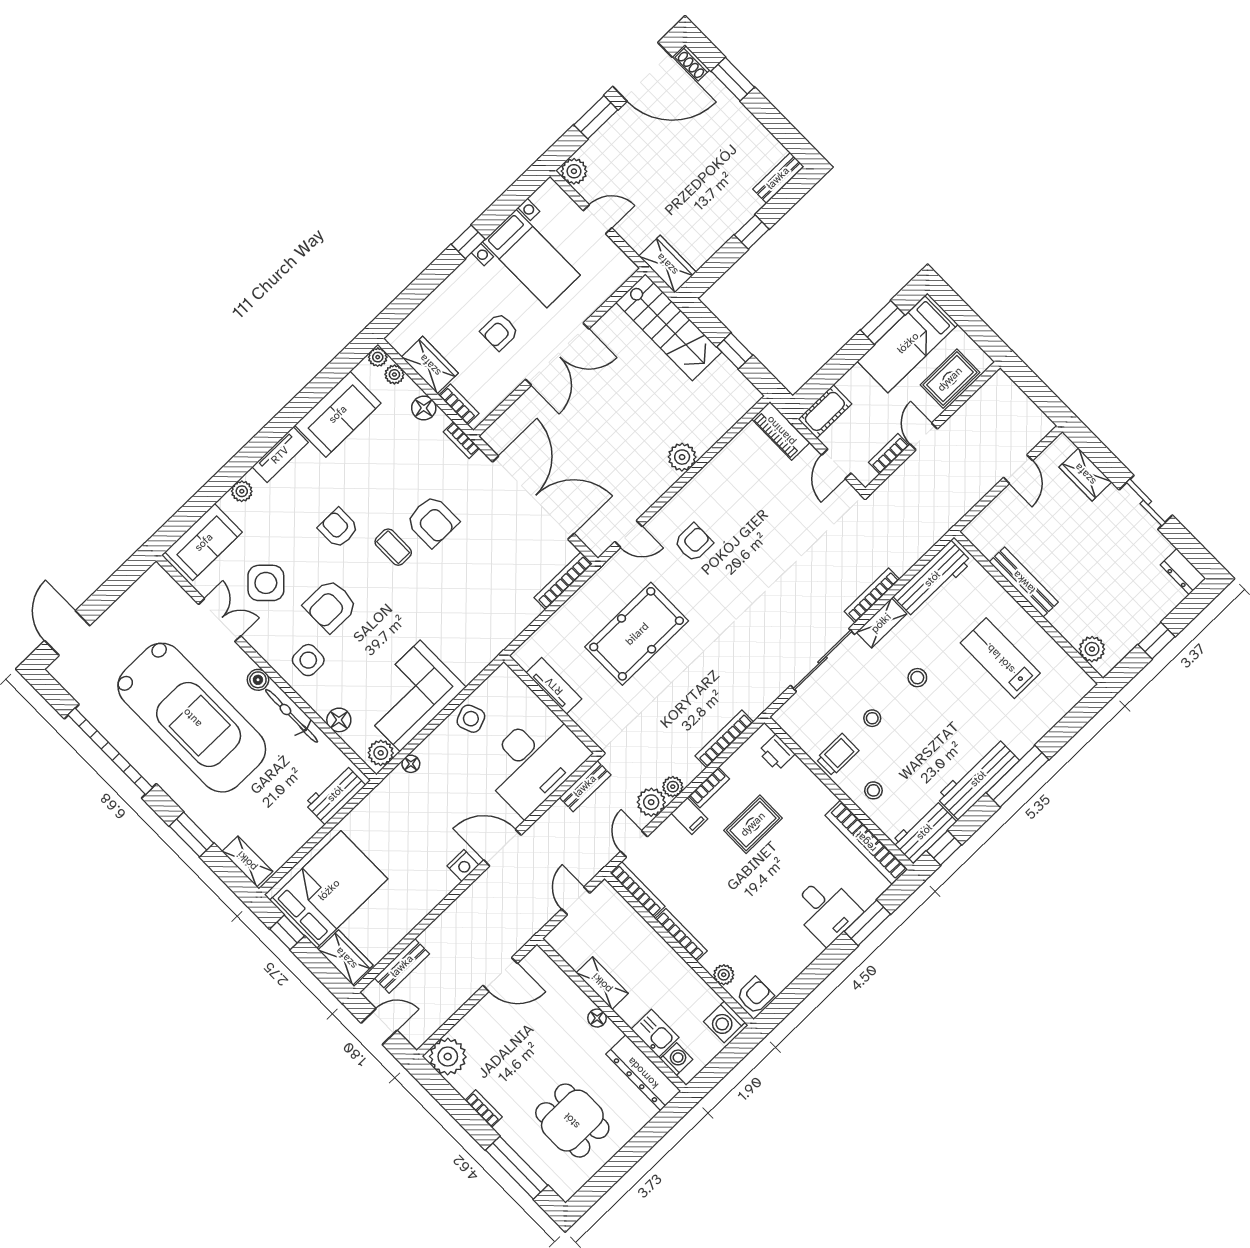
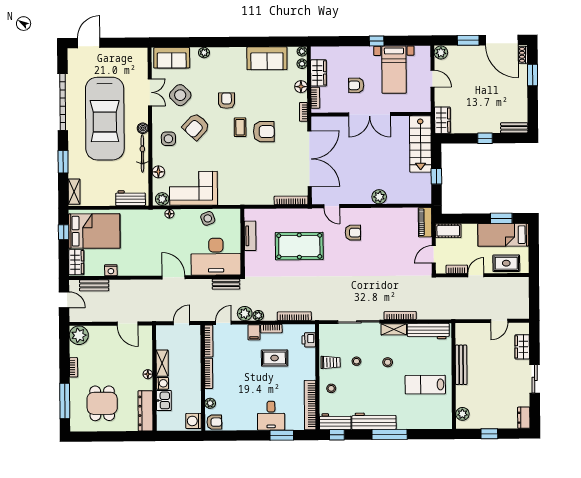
tv unit: (280, 455) -> (231, 53), removed
armchair: (432, 521) -> (264, 132), turned -90
armchair: (330, 606) -> (196, 127), turned -47
lab bench: (1000, 658) -> (425, 385), turned -90
nightstand: (463, 866) -> (111, 270), moved
washing machine: (676, 1059) -> (162, 383), moved

